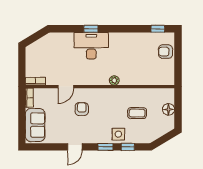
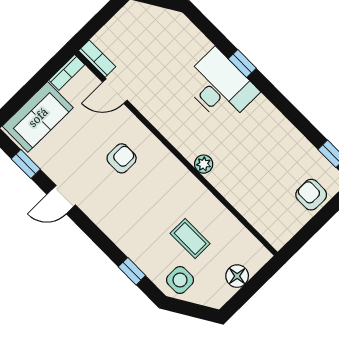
door: (66, 87) -> (115, 91), moved
side table: (118, 134) -> (180, 280), moved
window: (105, 147) -> (26, 164), moved

